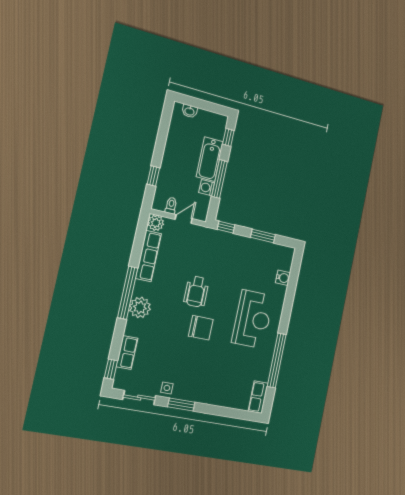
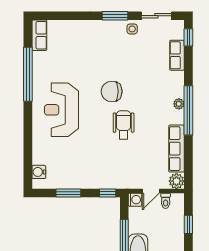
washing machine: (207, 188) -> (135, 200), moved
water cooler: (283, 278) -> (39, 172), moved
plant: (140, 307) -> (179, 104), width x0.53, depth x0.53

